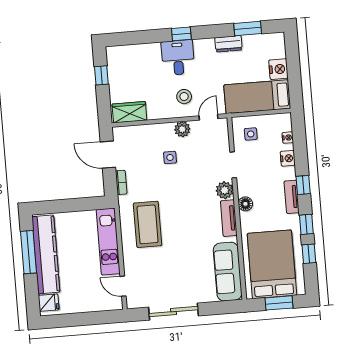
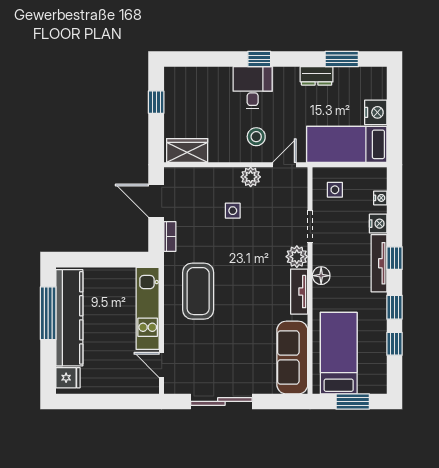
tv unit: (292, 197) -> (379, 263), width x1.41
bed: (272, 264) -> (339, 353), width x0.67

